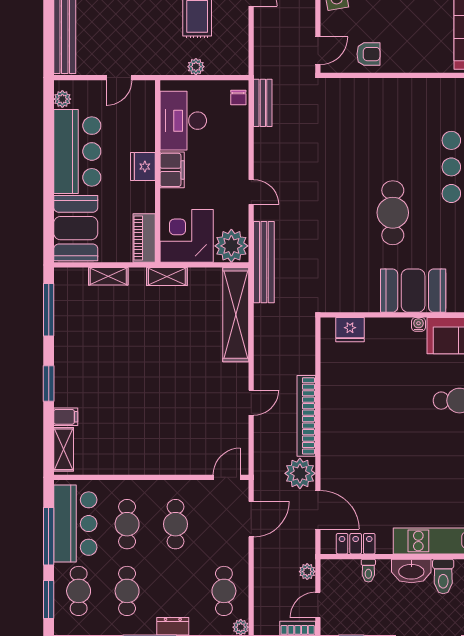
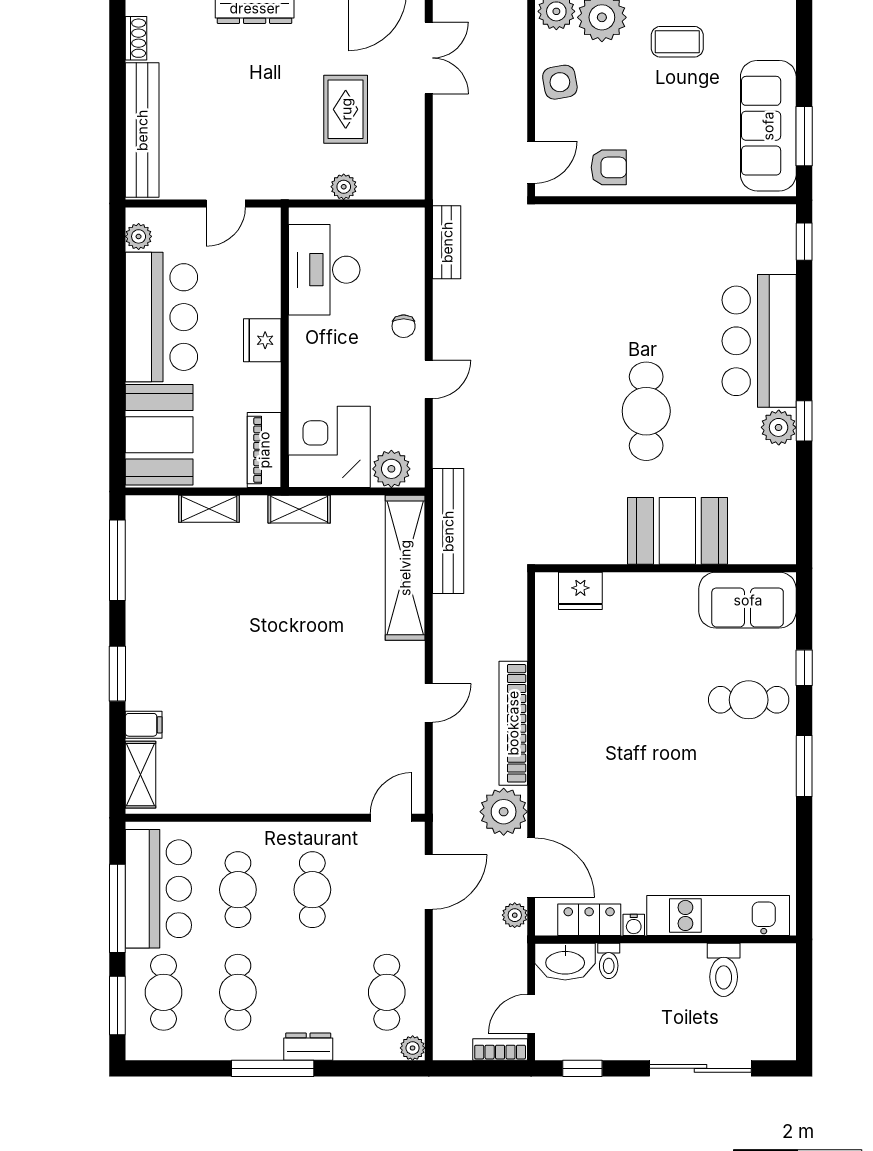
chair: (238, 97) -> (404, 326), moved
filing cabinet: (172, 170) -> (307, 345), removed
door: (251, 192) -> (429, 379), hinge flipped
plant: (231, 246) -> (391, 469), width x0.73, depth x0.73
bench: (264, 262) -> (448, 531), moved
water cooler: (418, 324) -> (634, 925), moved, turned 180
washbasin: (411, 571) -> (565, 962), moved
plant: (307, 572) -> (515, 915), moved

